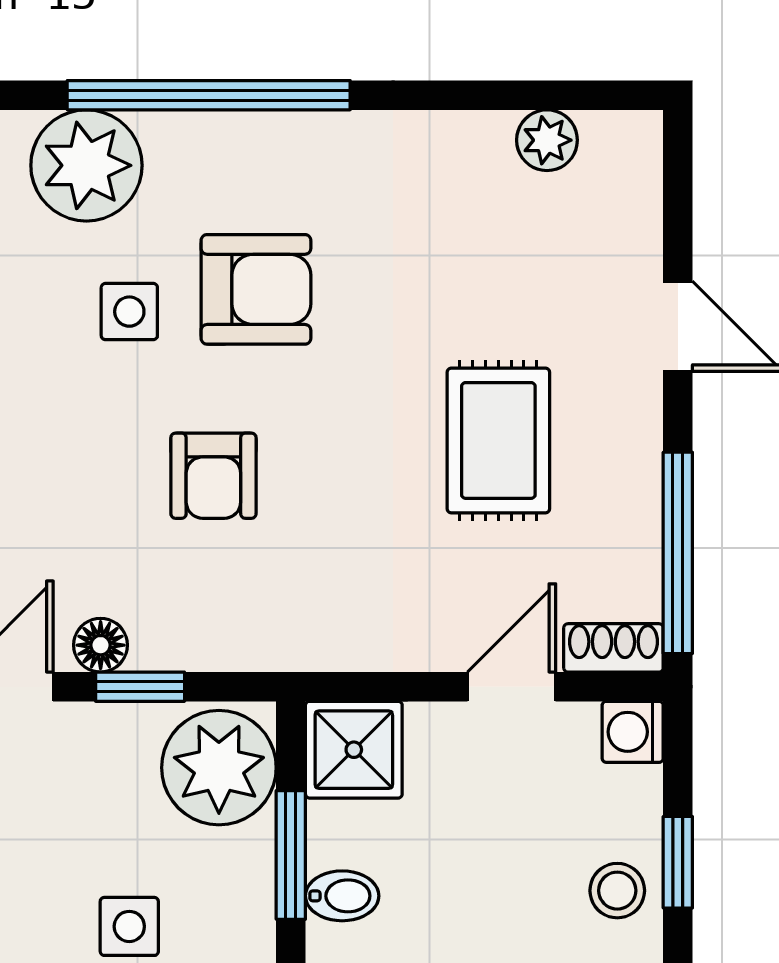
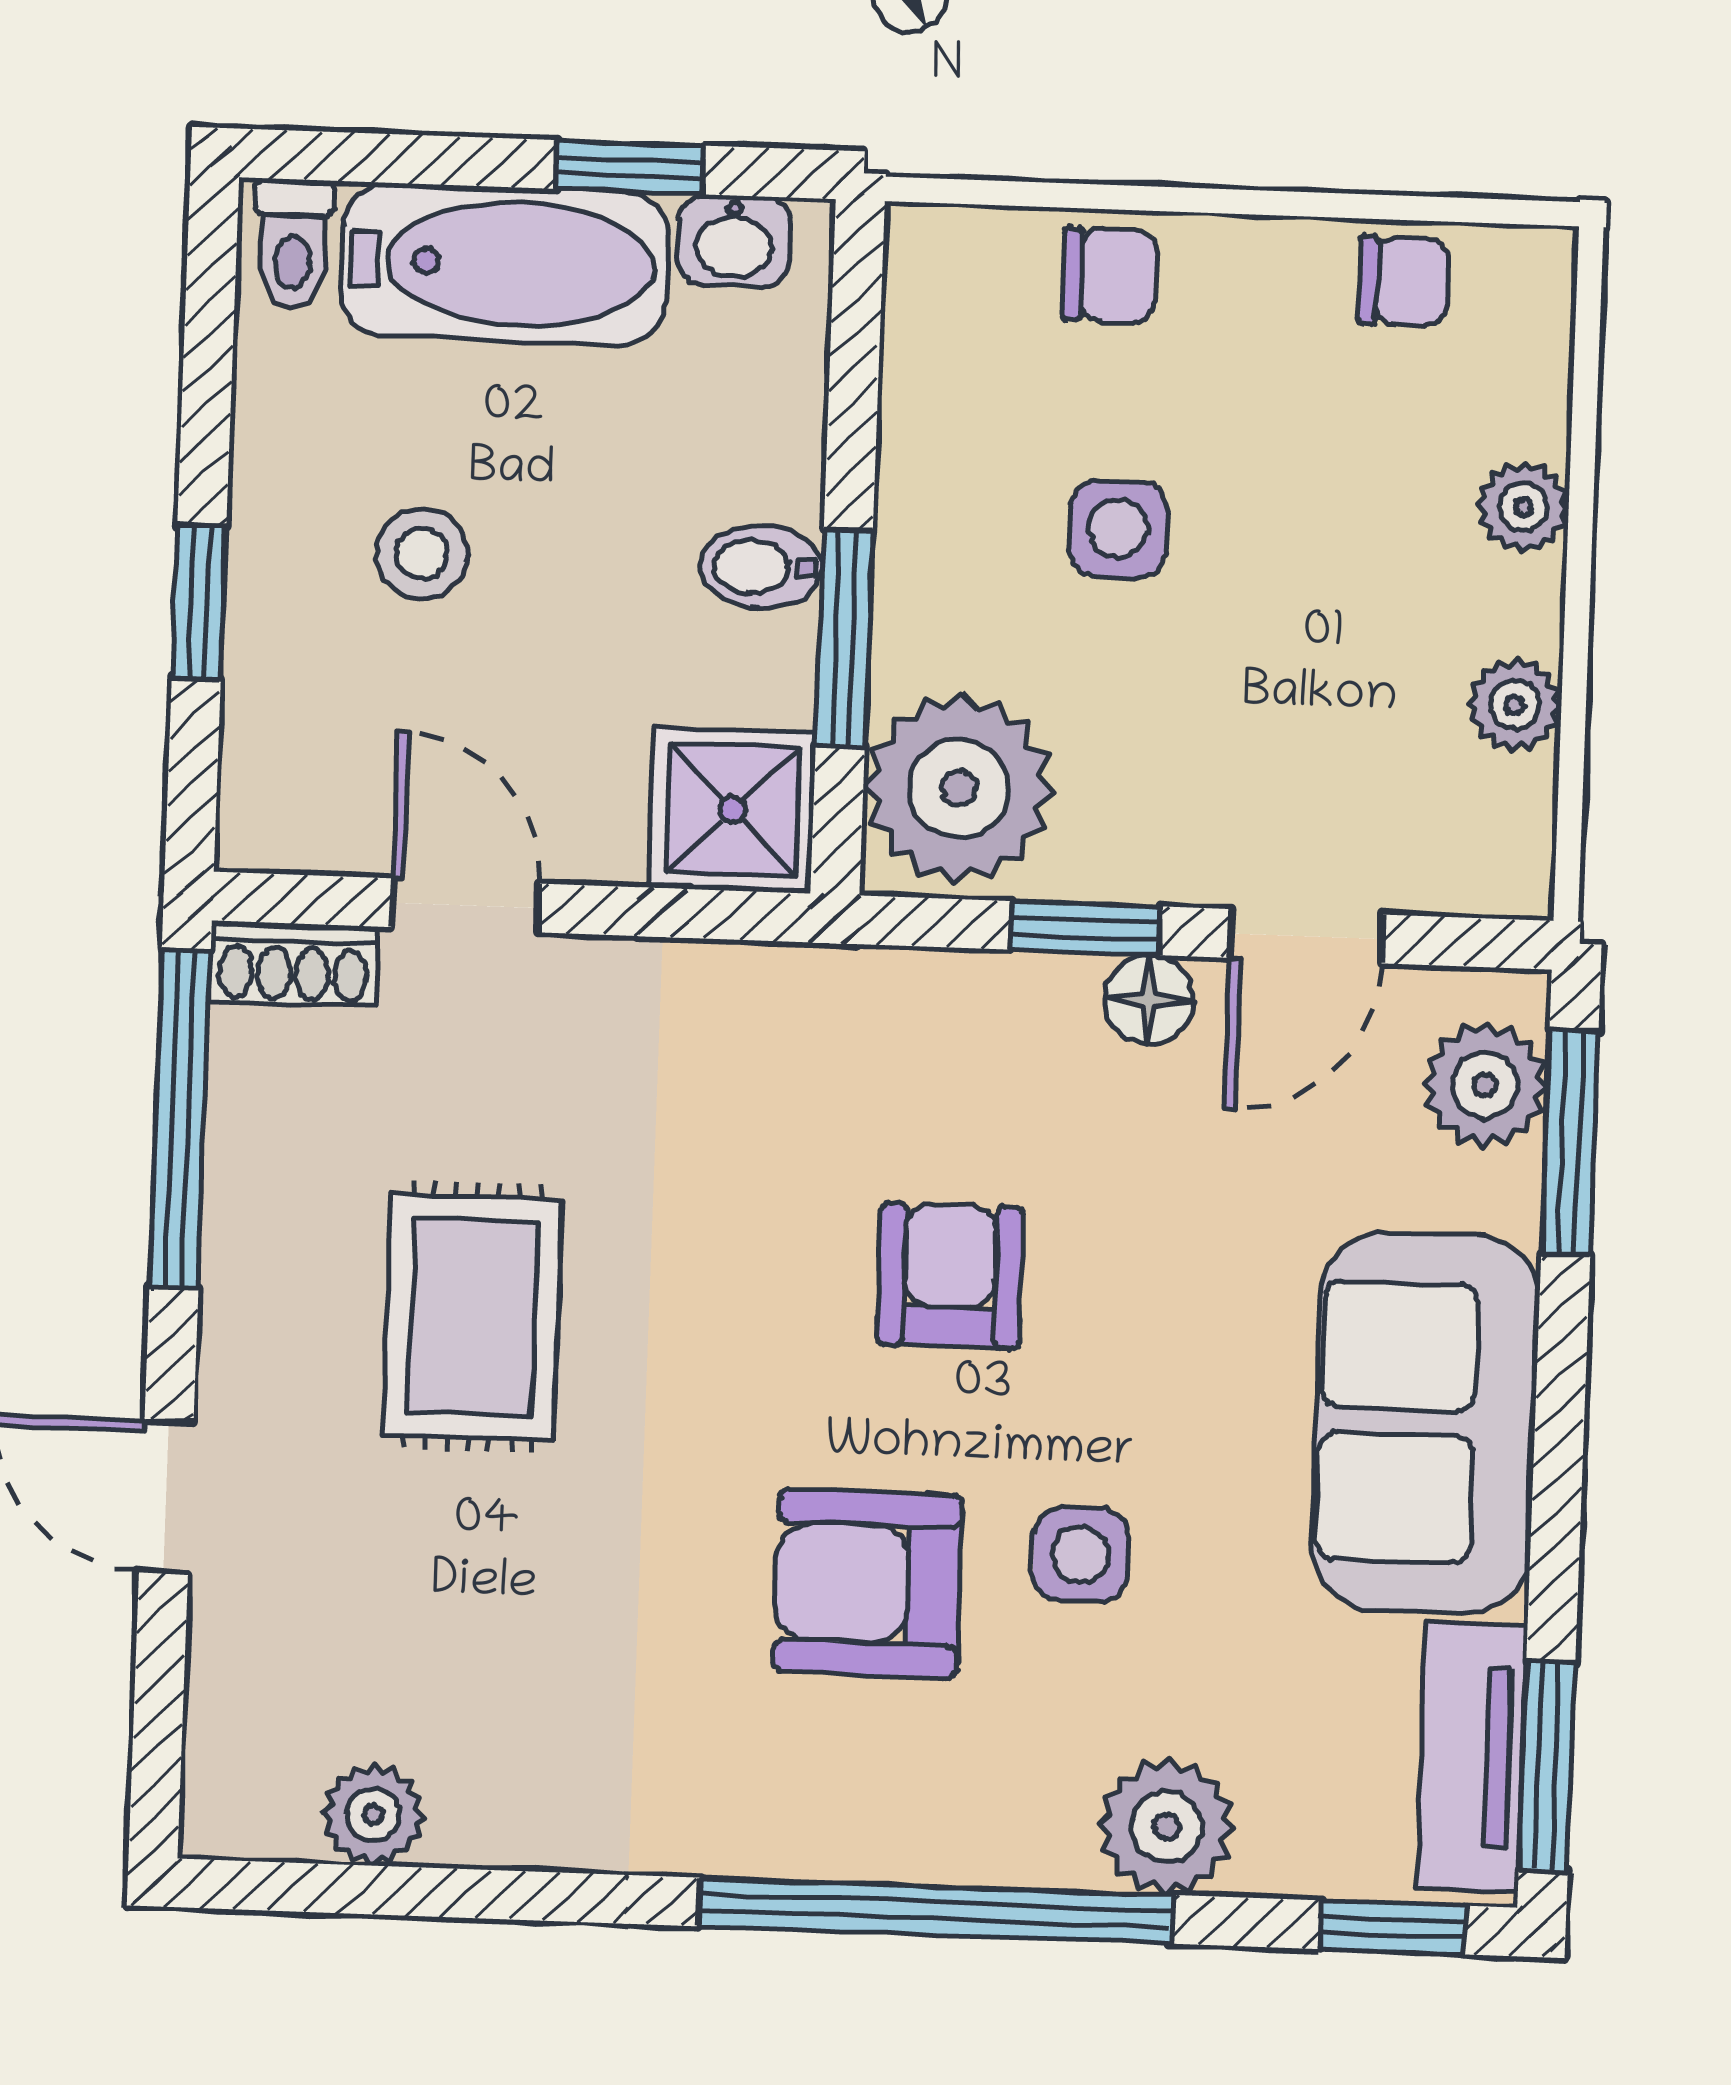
plant: (86, 165) -> (1167, 1827), width x0.73, depth x0.73
door: (512, 687) -> (466, 905), swing flipped
washing machine: (633, 732) -> (266, 823), removed
stool: (617, 891) -> (422, 554), moved

